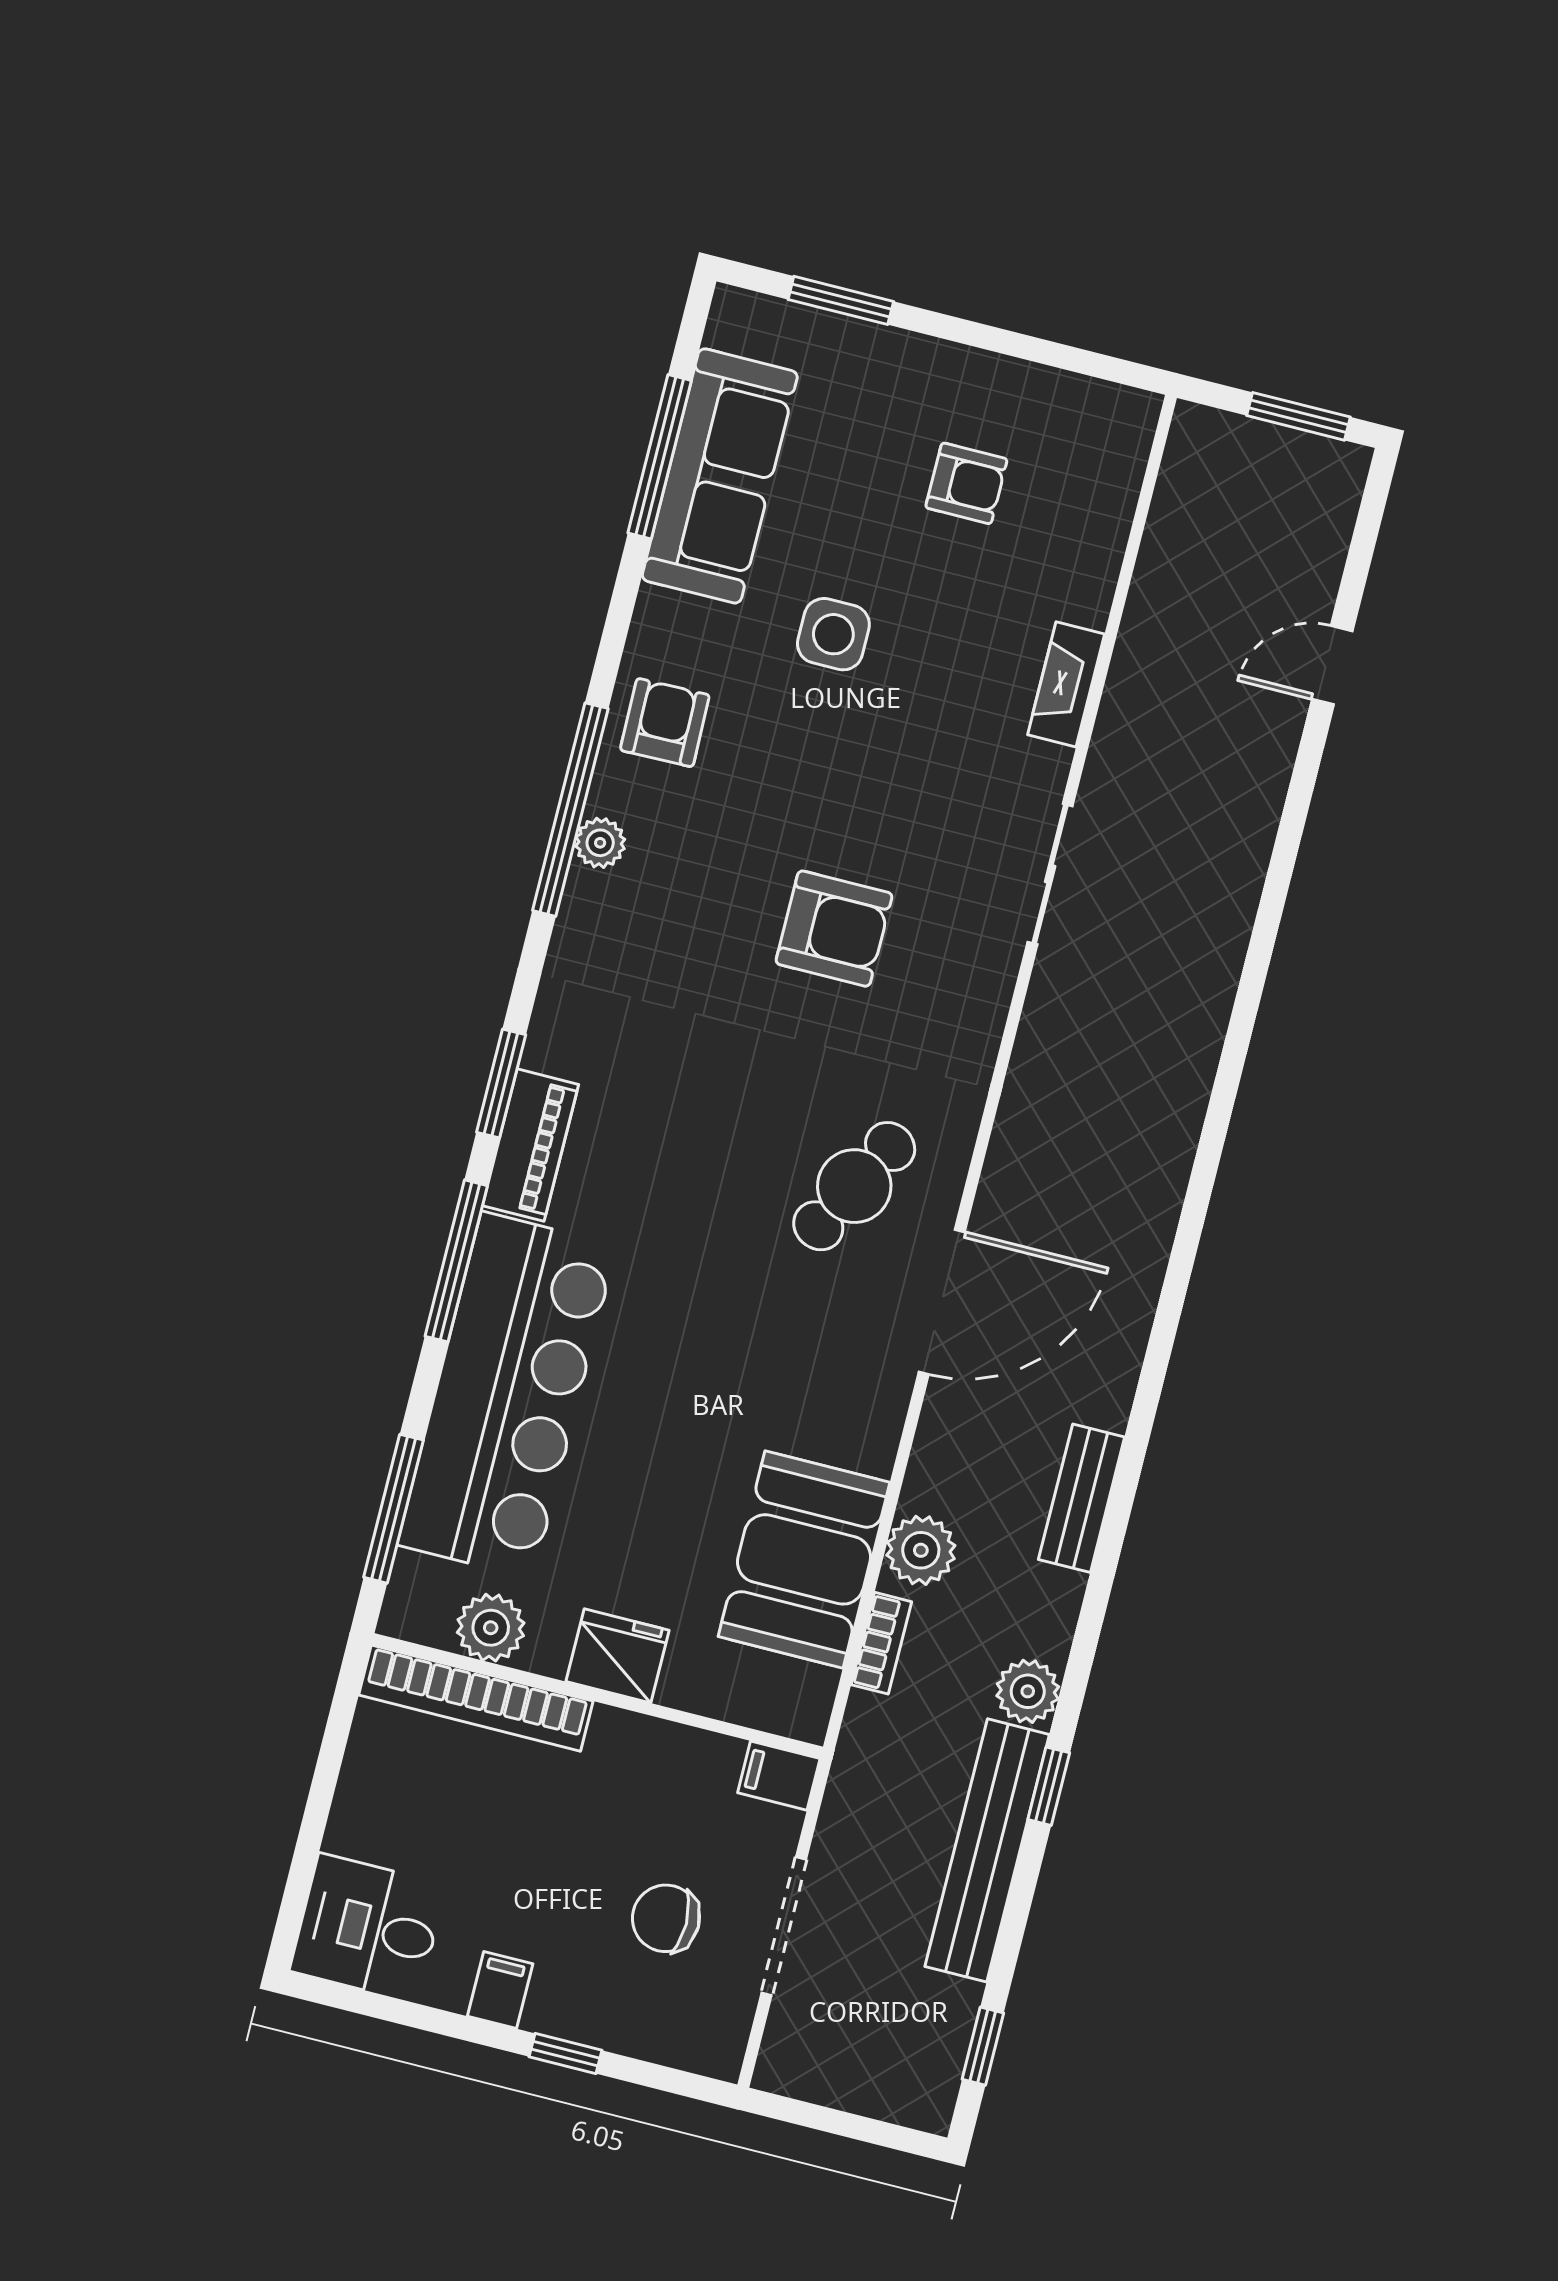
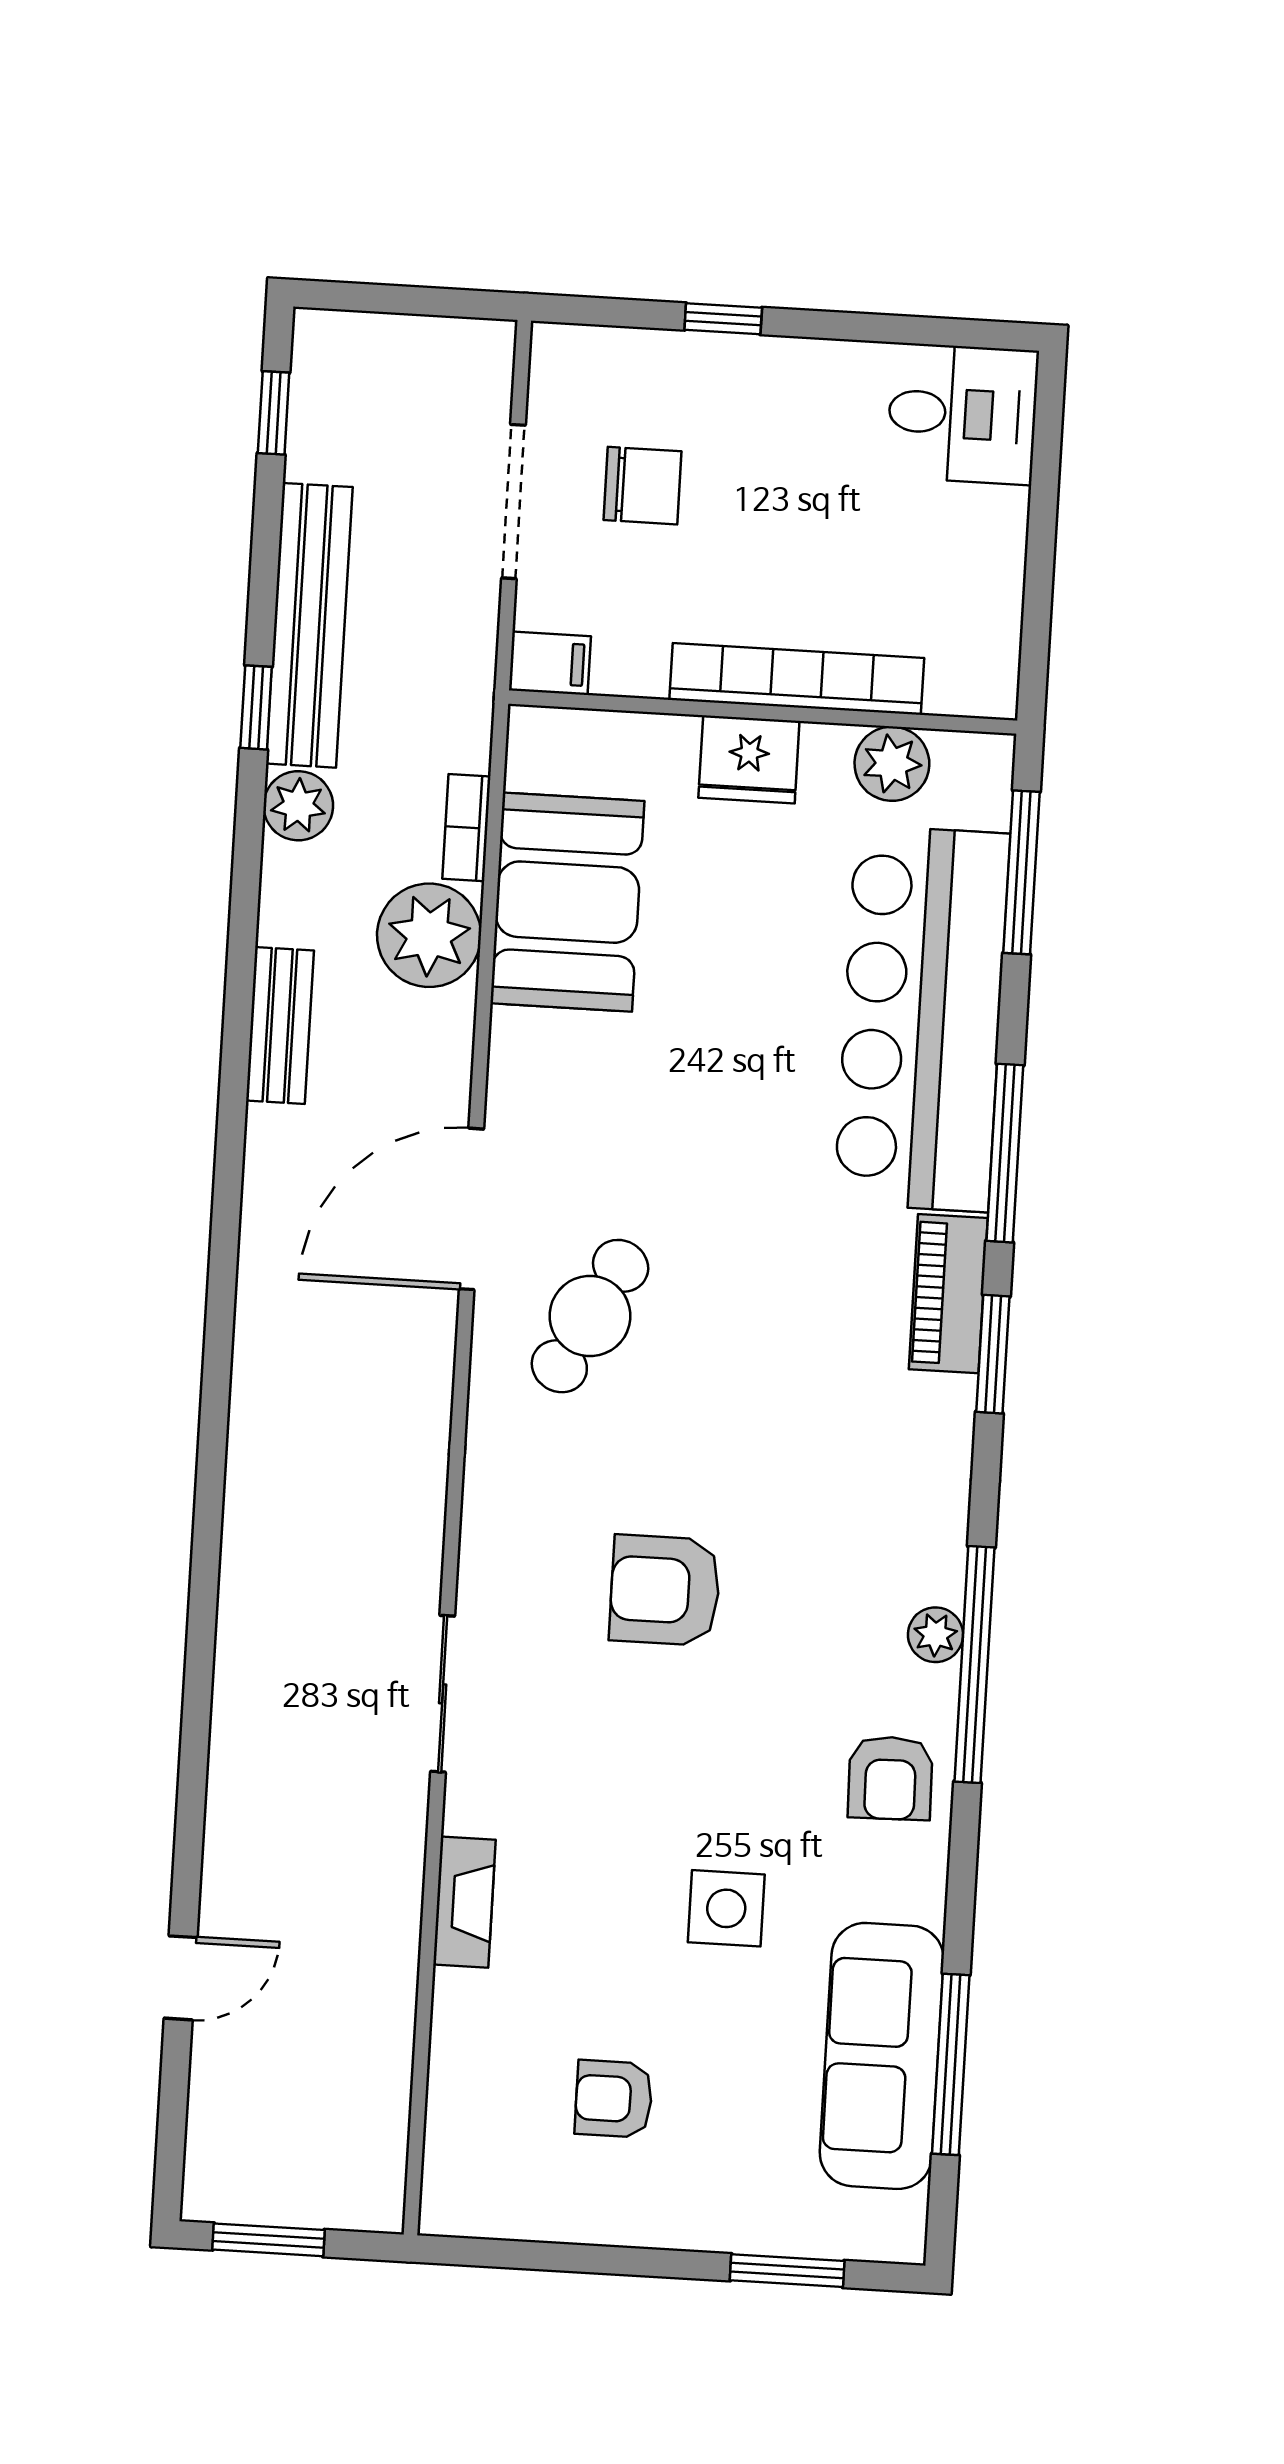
plant: (921, 1550) -> (429, 935), width x1.36, depth x1.36
bookcase: (476, 1698) -> (797, 679), moved
filing cabinet: (500, 1990) -> (807, 374), removed

